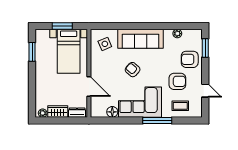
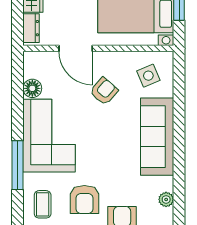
armchair: (133, 70) -> (104, 91), moved
door: (89, 86) -> (76, 48), hinge flipped

